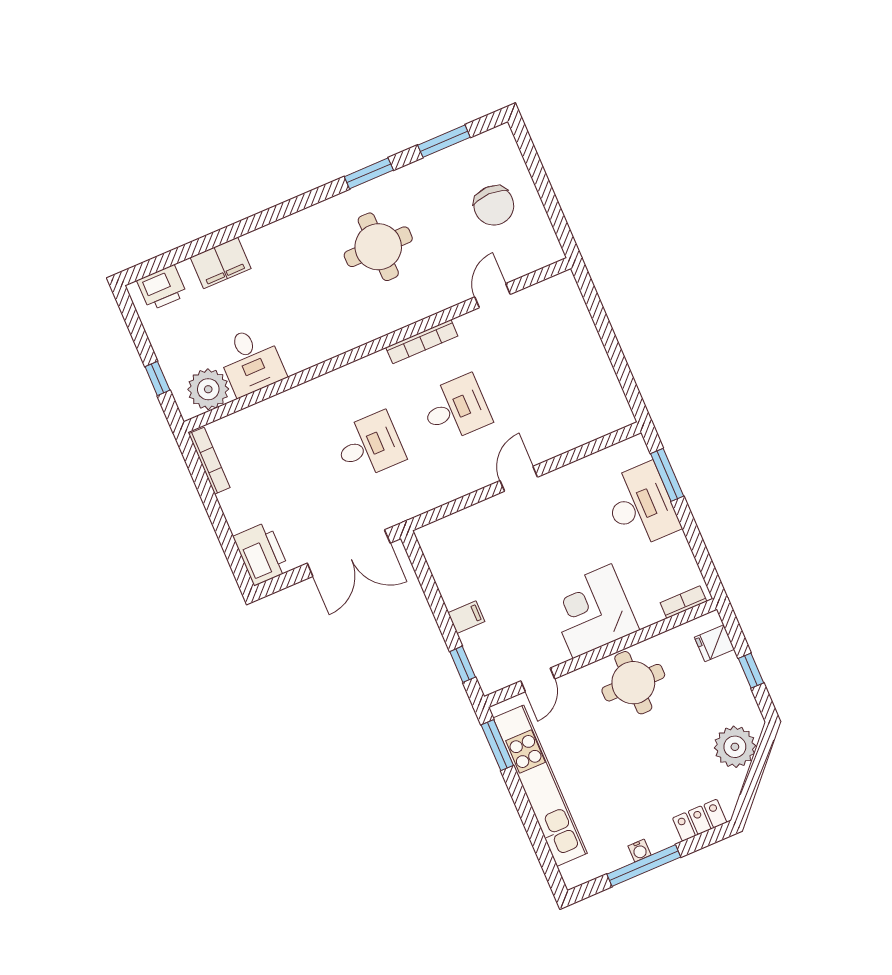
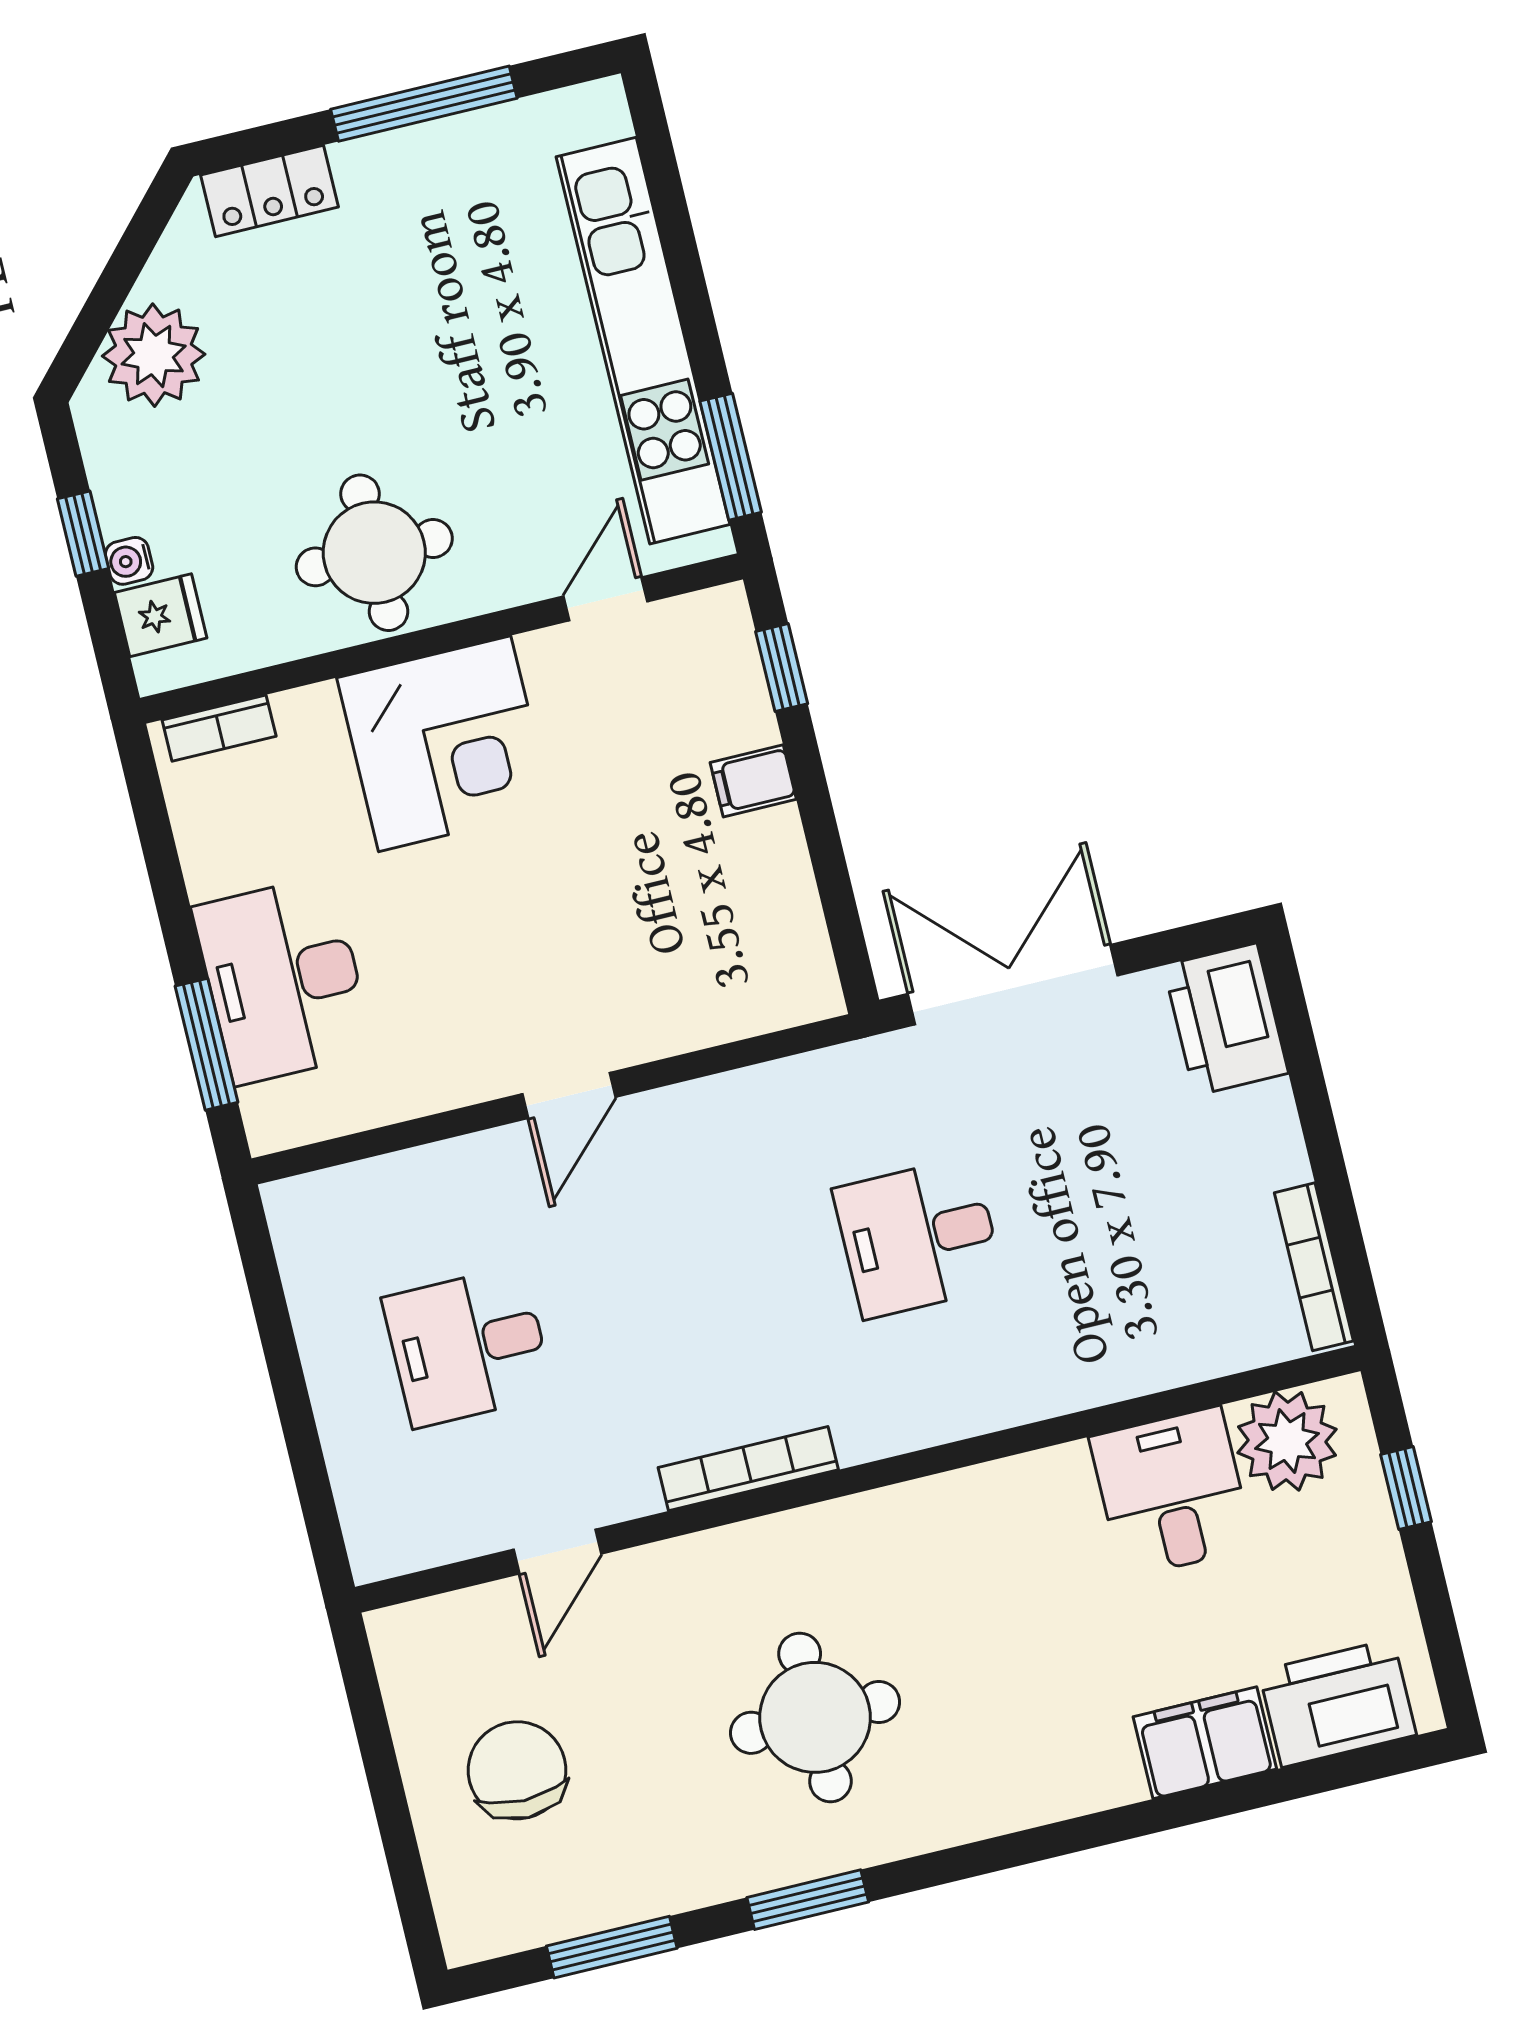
printer: (162, 288) -> (1338, 1703), width x1.37, depth x1.19
desk: (456, 409) -> (468, 1347), moved
water cooler: (639, 851) -> (129, 561), moved, turned -90

